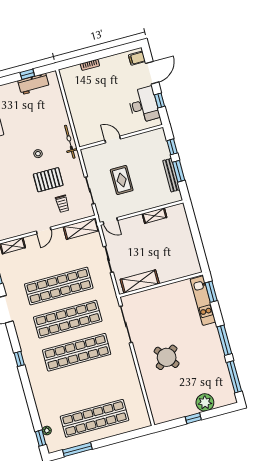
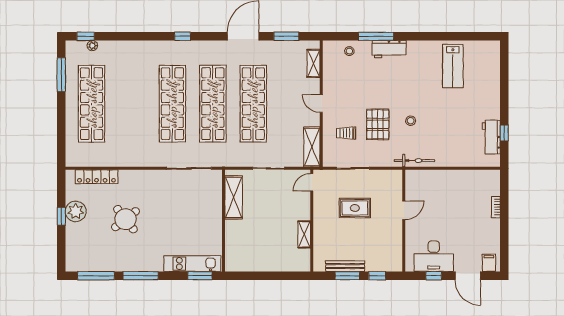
round table: (167, 357) -> (125, 219), moved
locker: (153, 398) -> (97, 177), added
plant: (205, 402) -> (76, 211), moved

